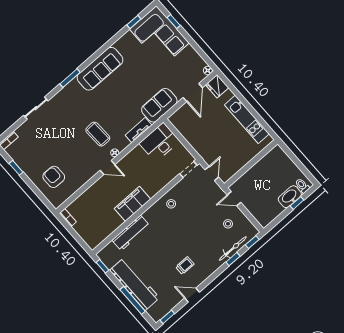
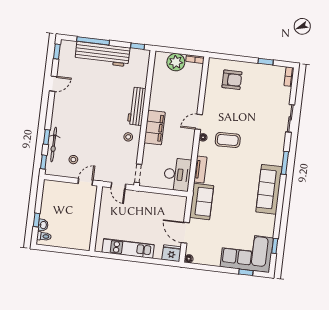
washbasin: (290, 197) -> (43, 225), width x0.52, depth x0.69
filing cabinet: (132, 204) -> (155, 128), moved
plant: (84, 228) -> (176, 62), added
workbench: (131, 233) -> (137, 106), moved
trolley: (185, 266) -> (78, 101), removed

